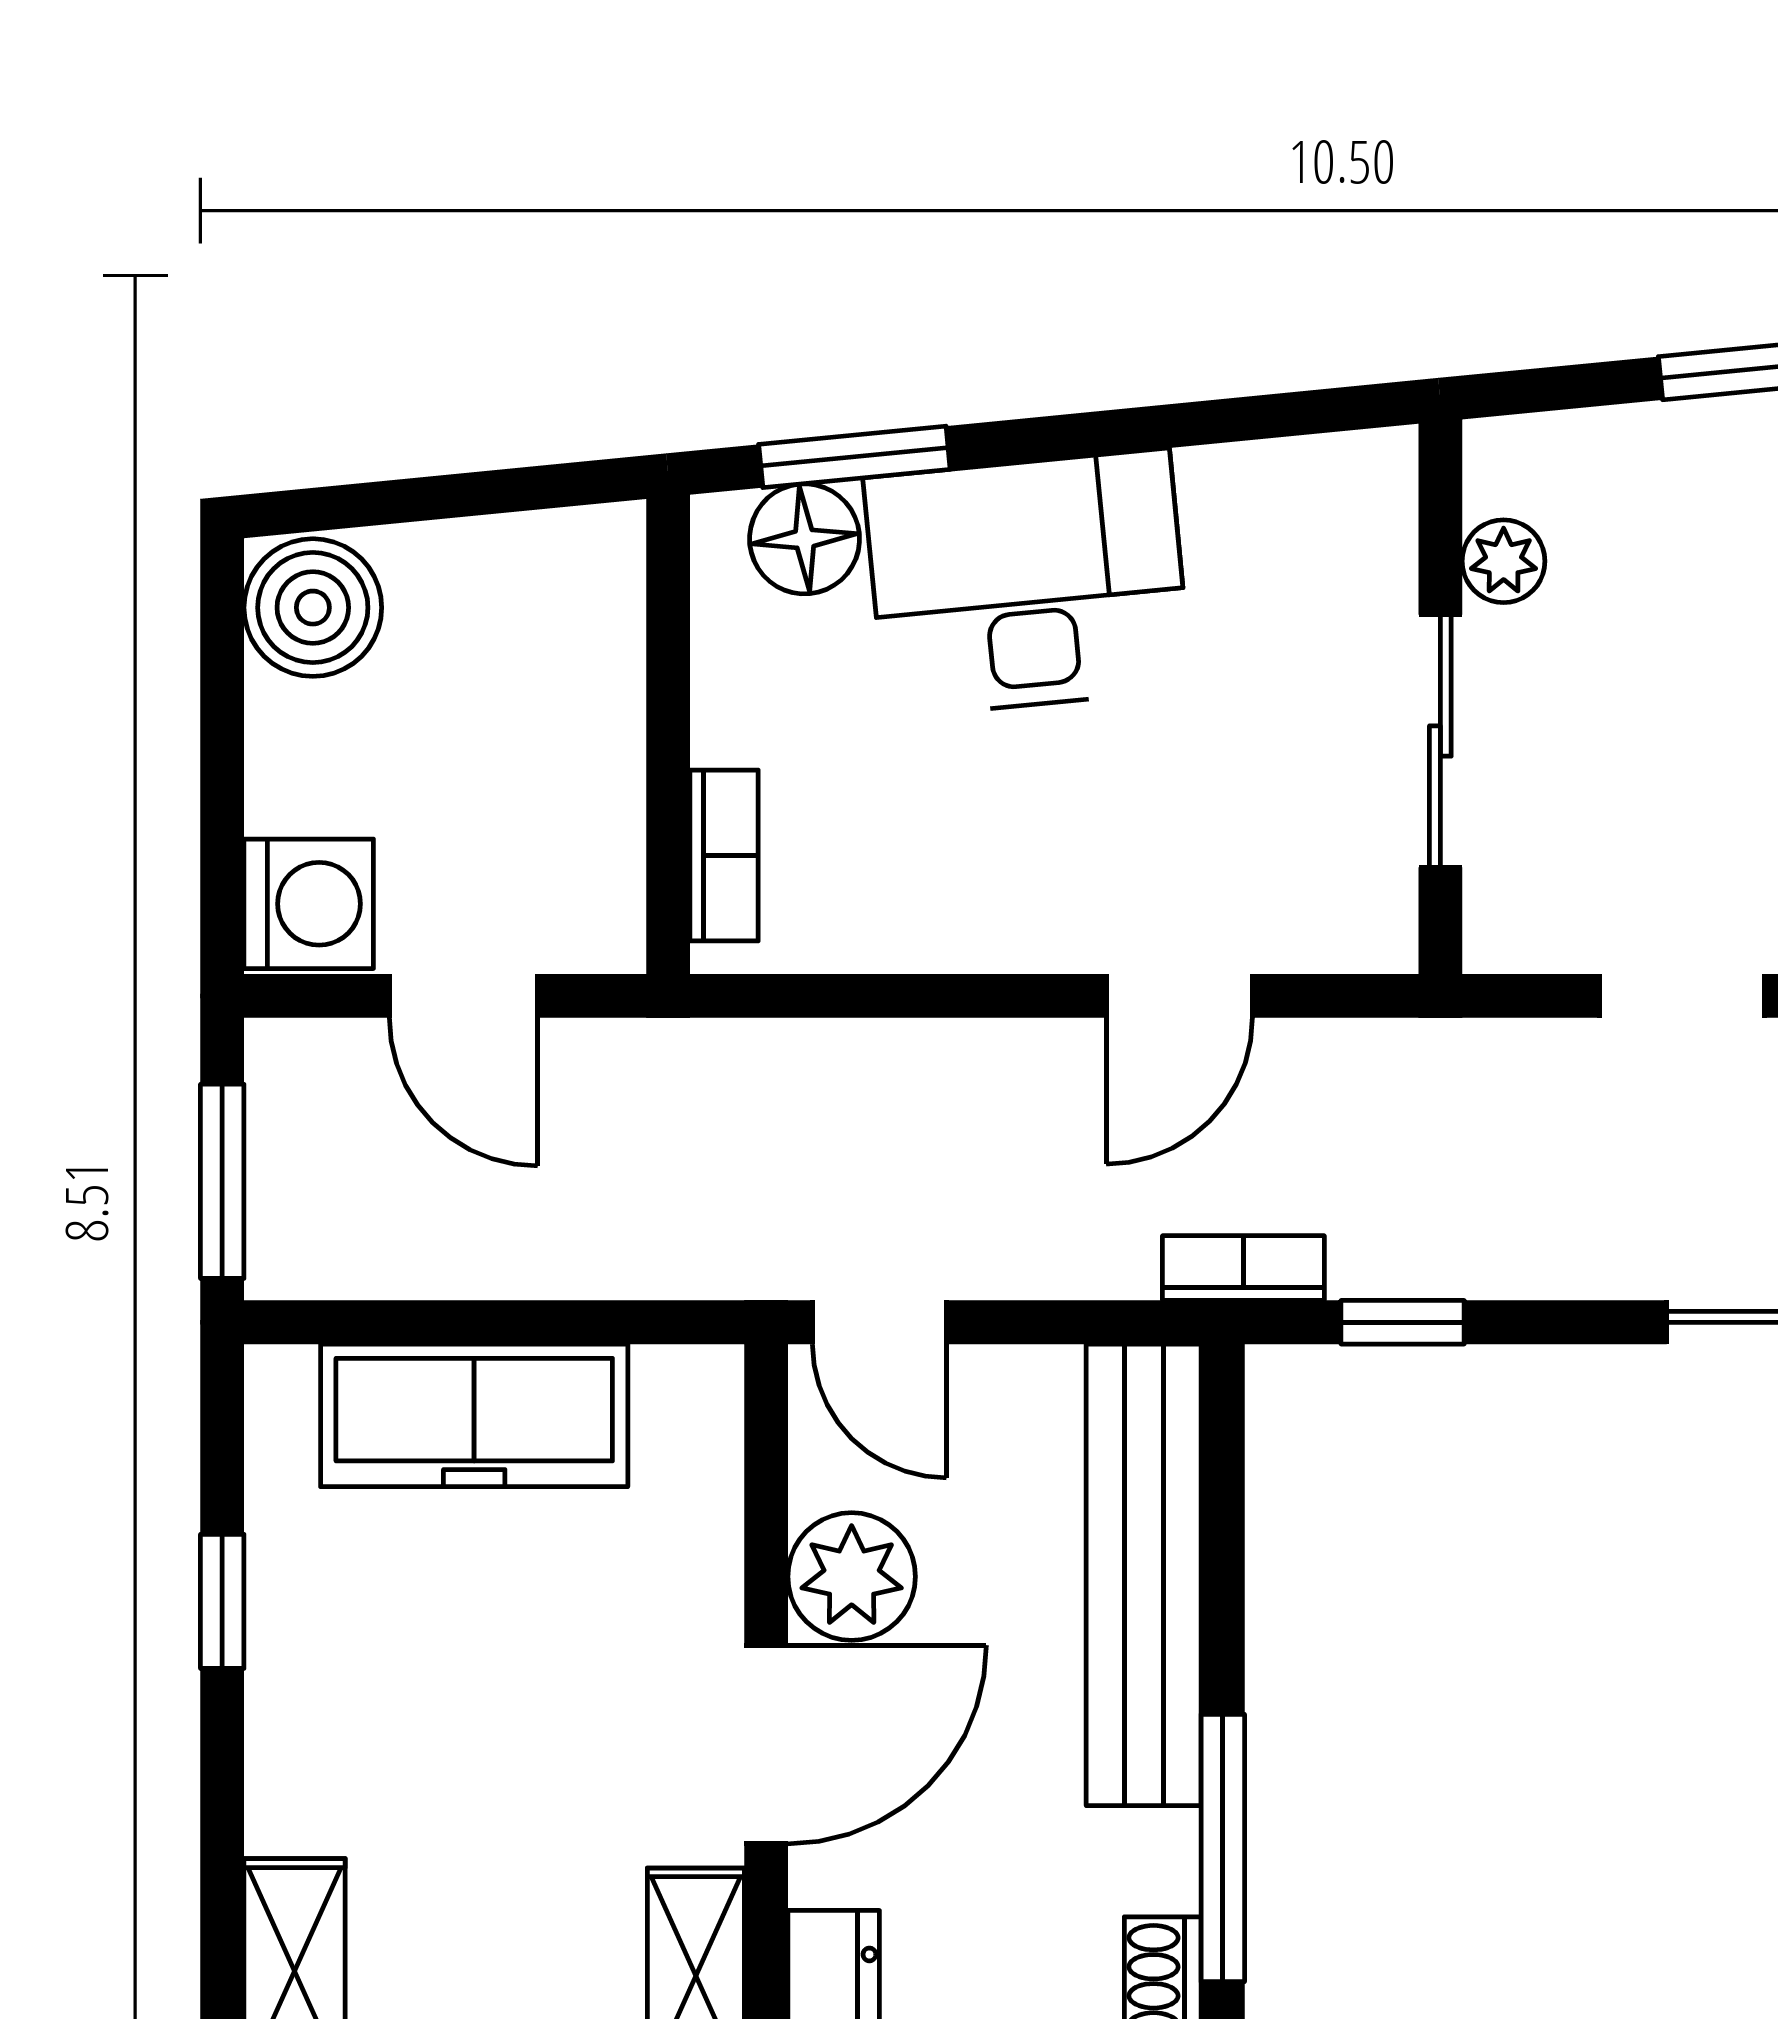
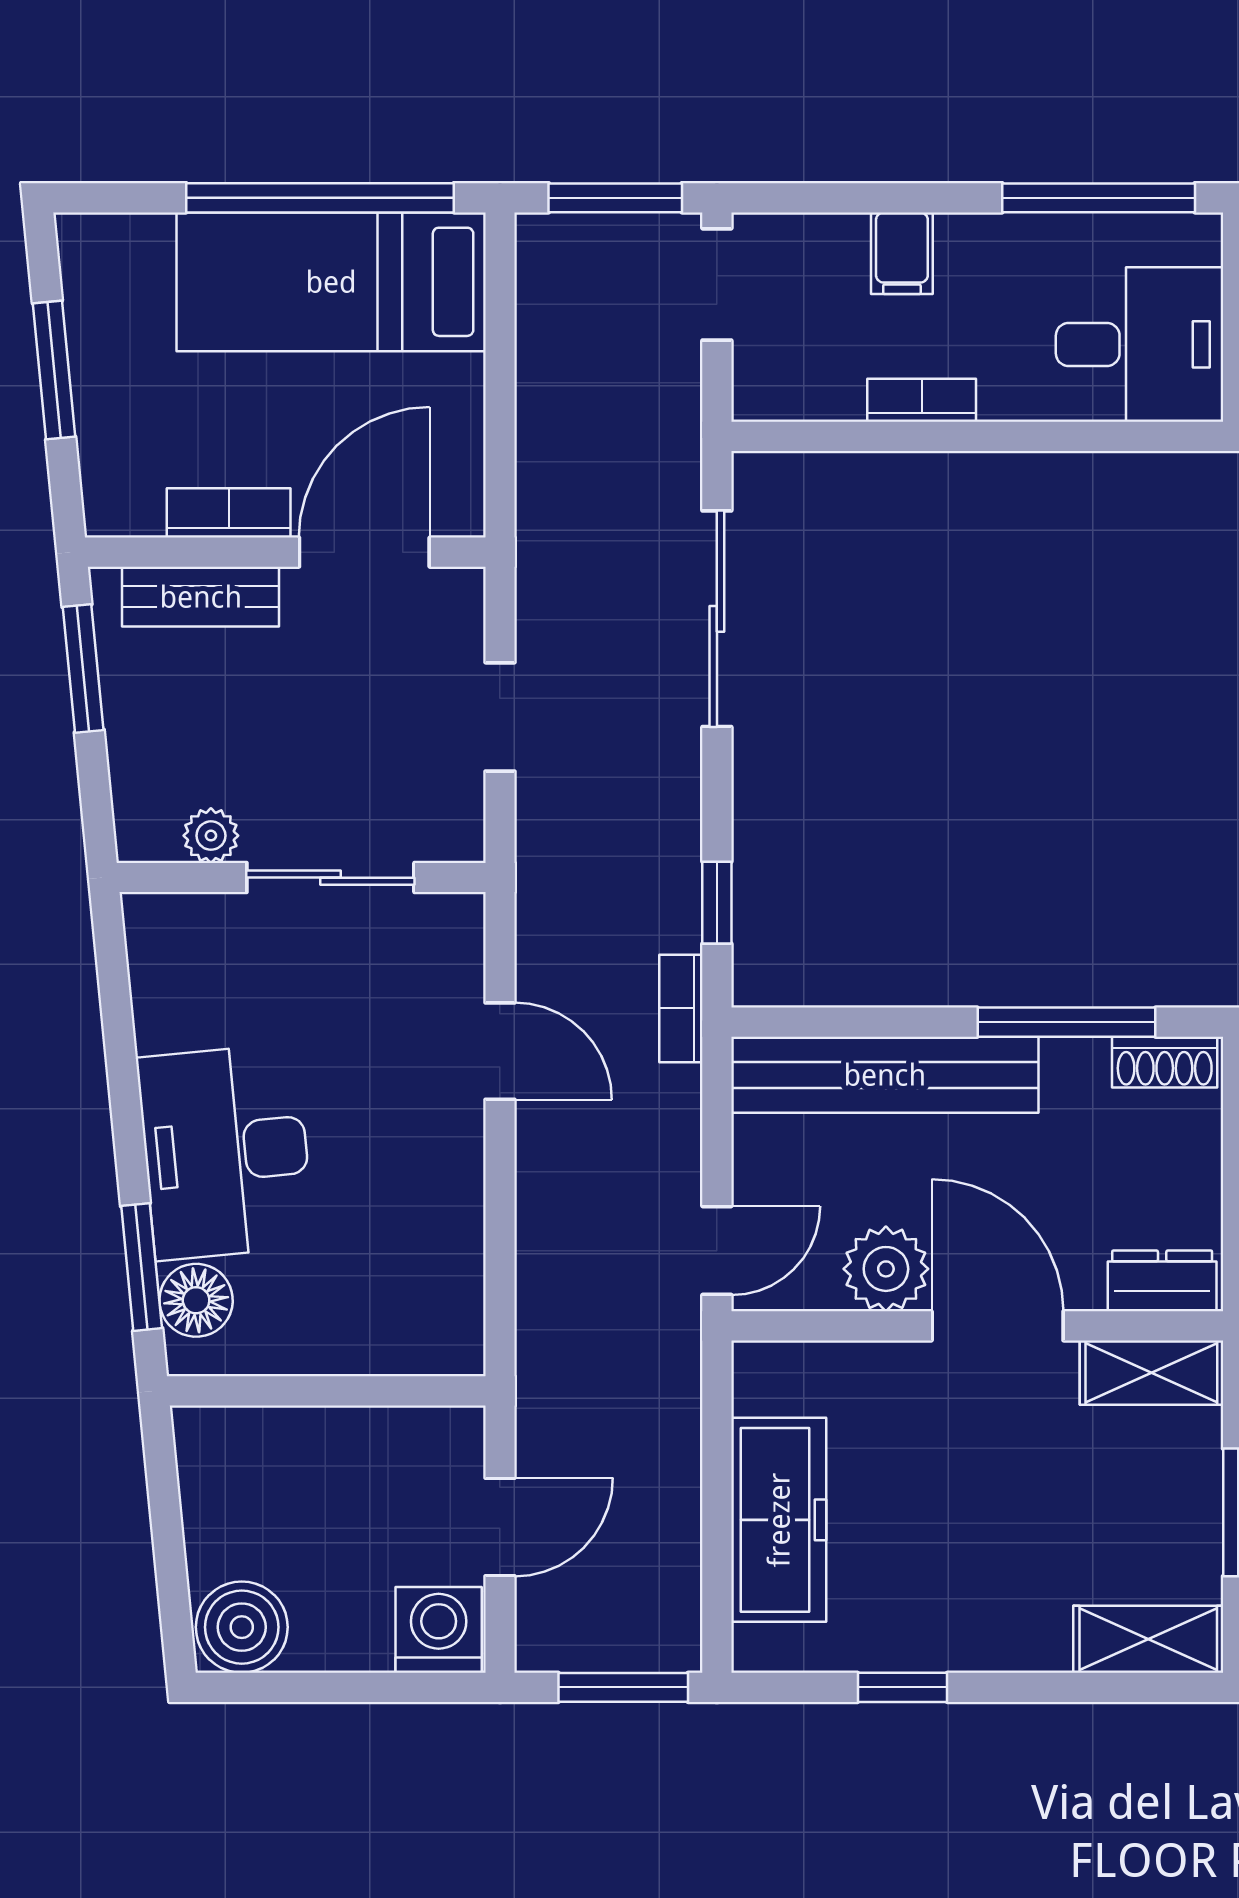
bookcase: (724, 855) -> (407, 1354), removed

